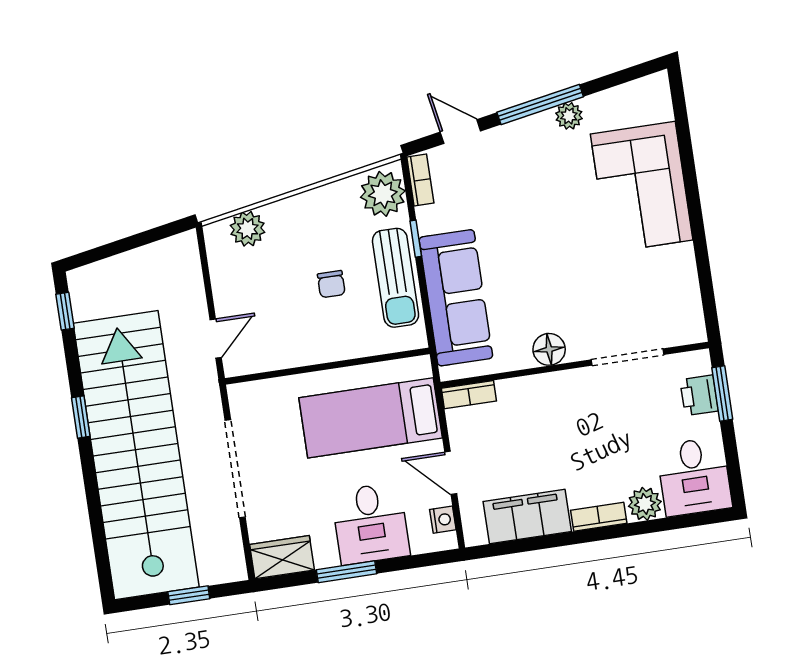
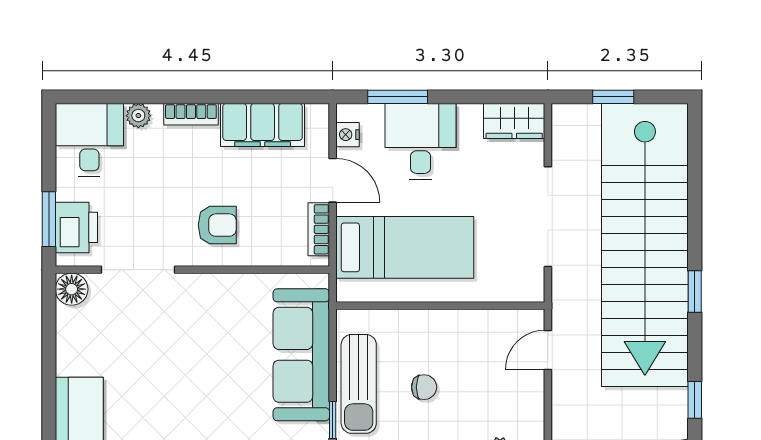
sun lounger: (396, 278) -> (359, 384), turned 180
chair: (331, 284) -> (424, 387), turned 90
floor lamp: (549, 349) -> (72, 289), moved
bookcase: (469, 395) -> (319, 229), moved, turned -90
printer: (699, 395) -> (76, 227), width x1.36, depth x1.24
armchair: (557, 412) -> (217, 225), added
plant: (645, 504) -> (138, 116), width x0.73, depth x0.73
window: (346, 572) -> (398, 97), moved

